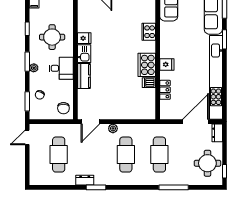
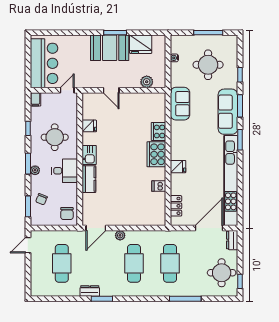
fridge: (84, 38) -> (89, 126), moved
cooker: (147, 65) -> (156, 154), moved
locker: (165, 90) -> (176, 206), moved

